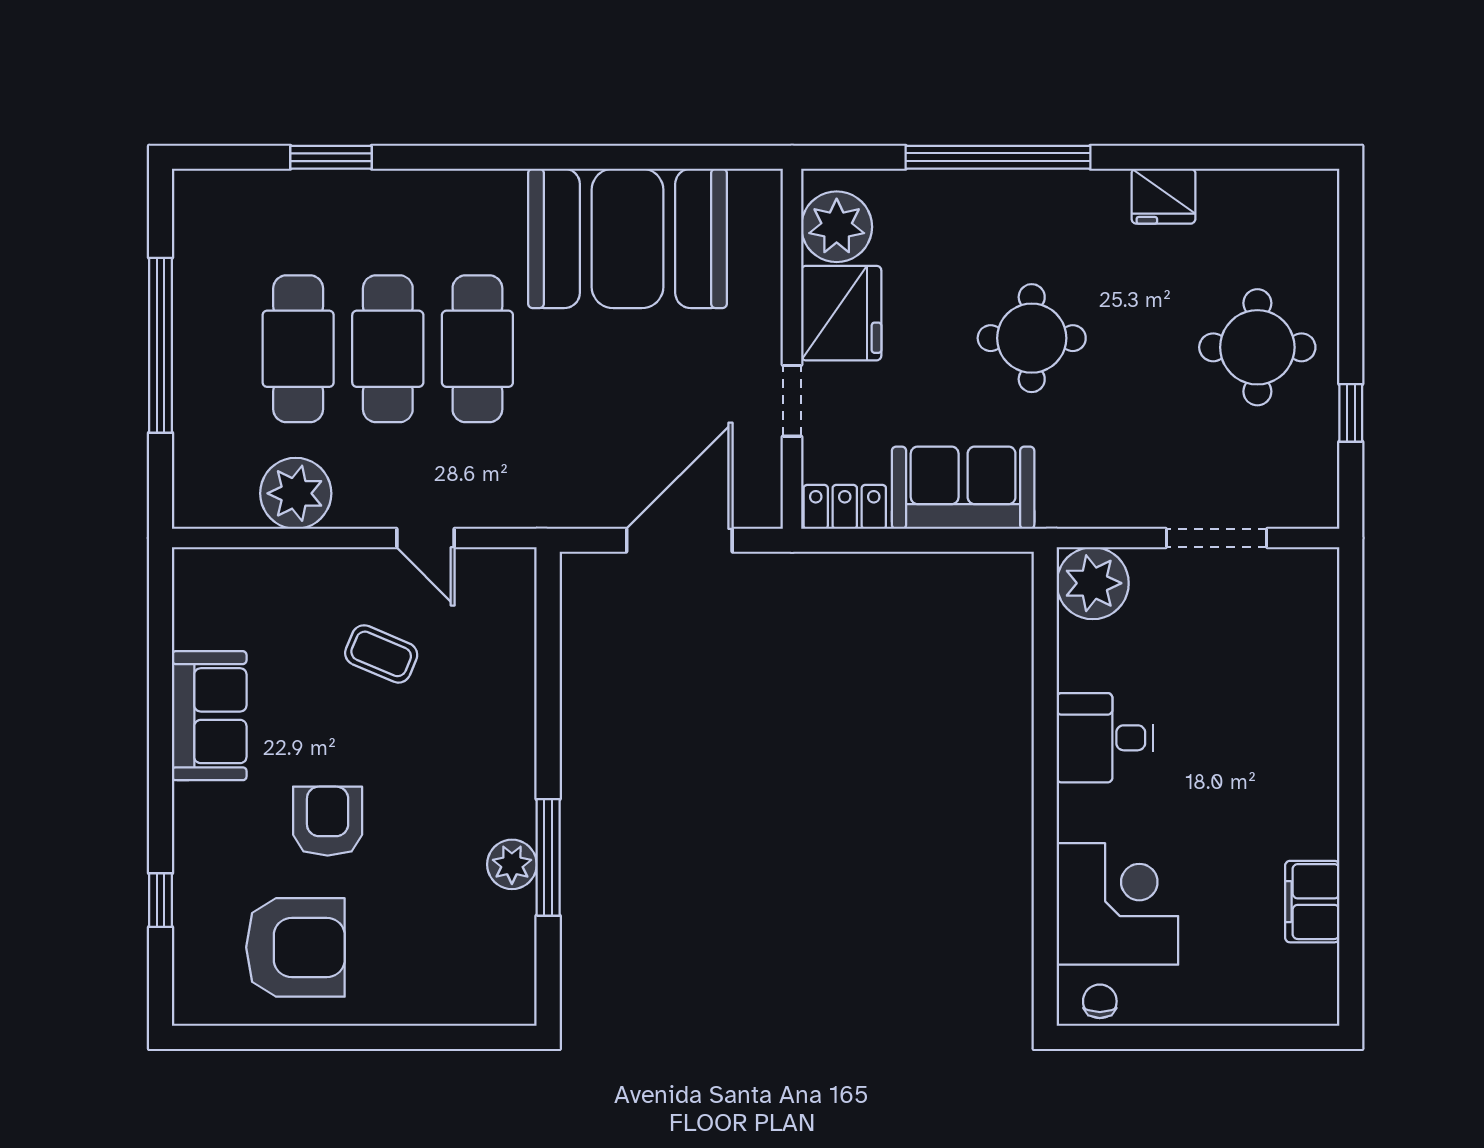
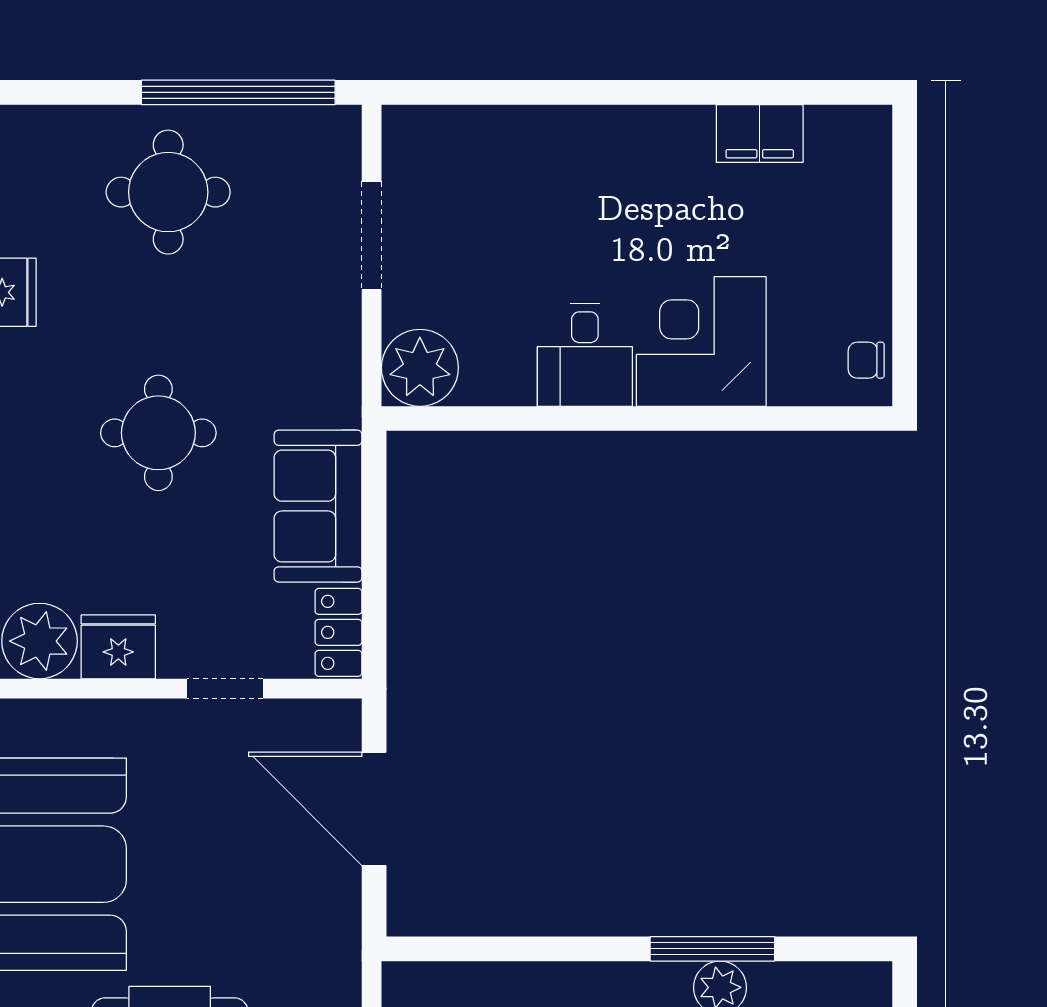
fridge: (841, 313) -> (118, 647), width x0.73, depth x0.75
window: (1351, 413) -> (238, 92), width x3.17
corner desk: (1117, 904) -> (701, 341), moved

